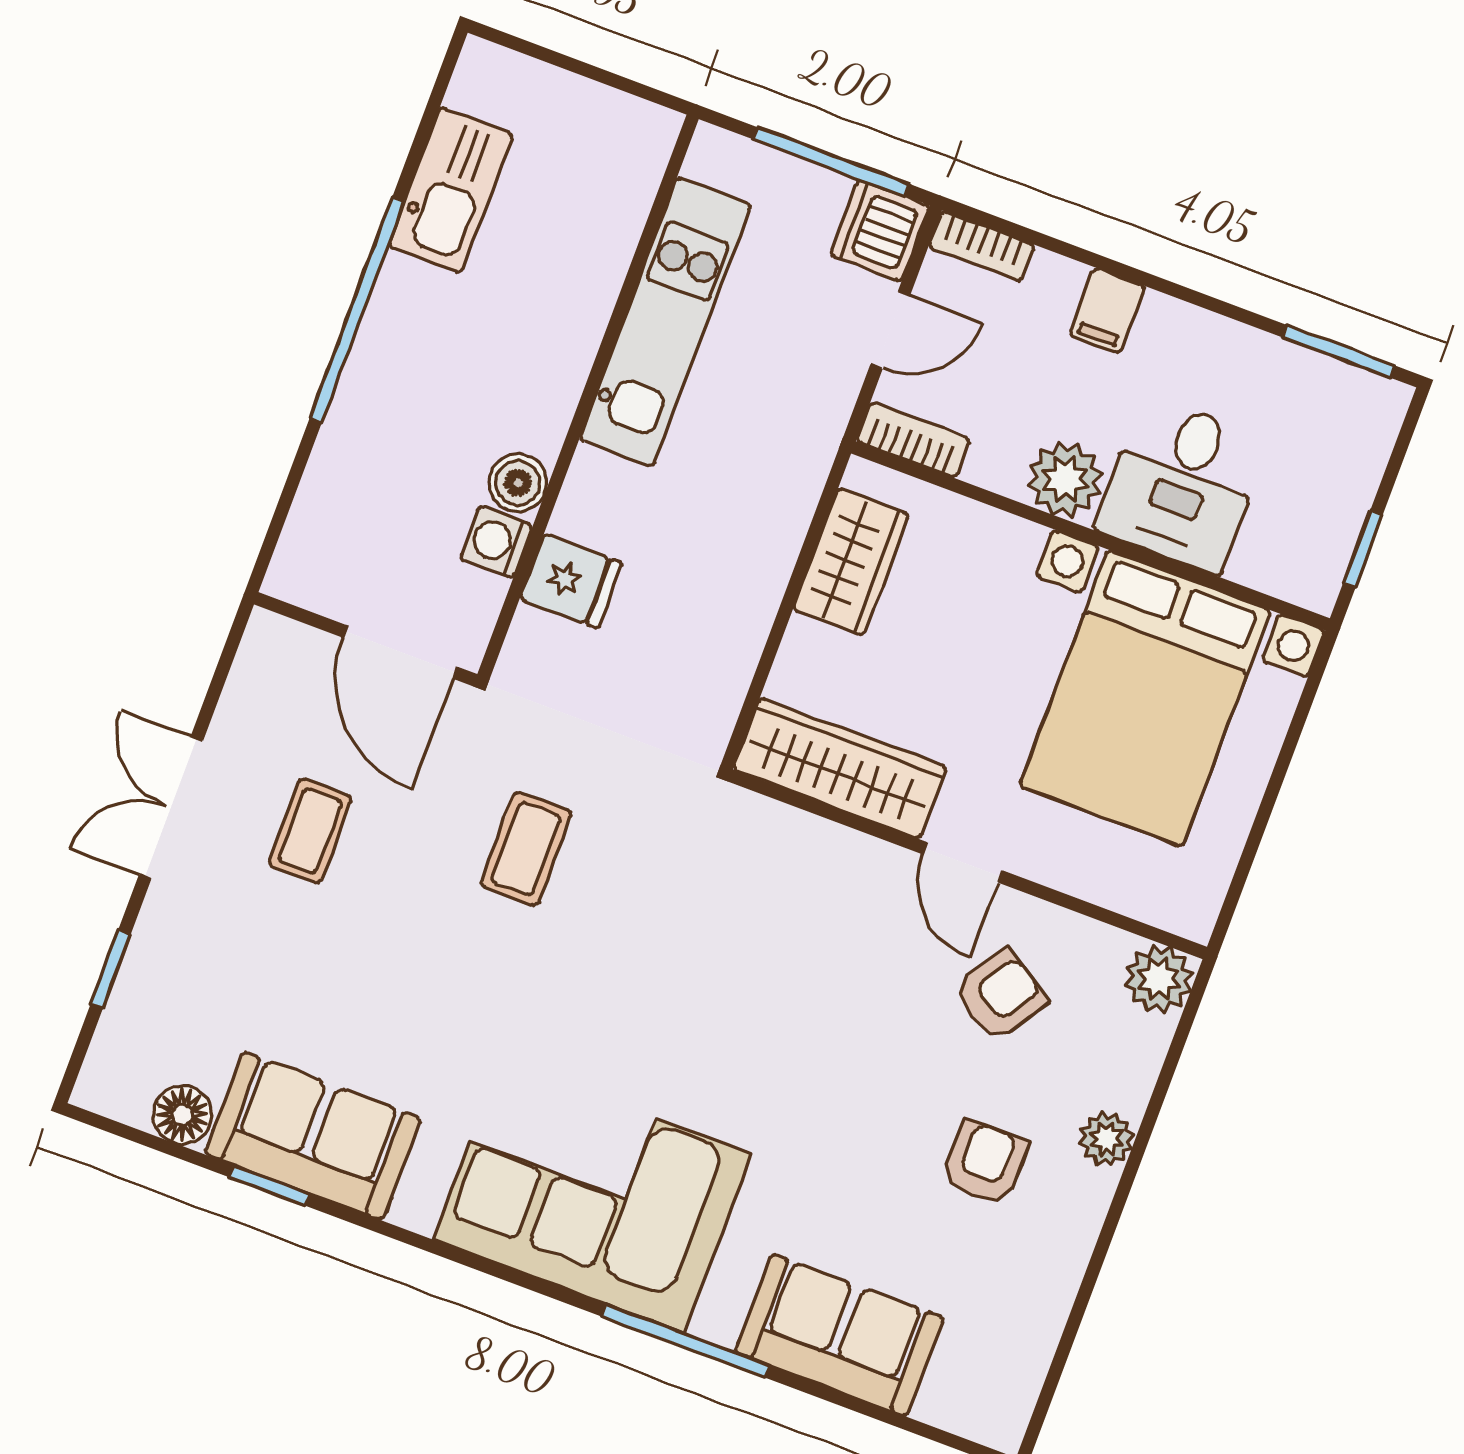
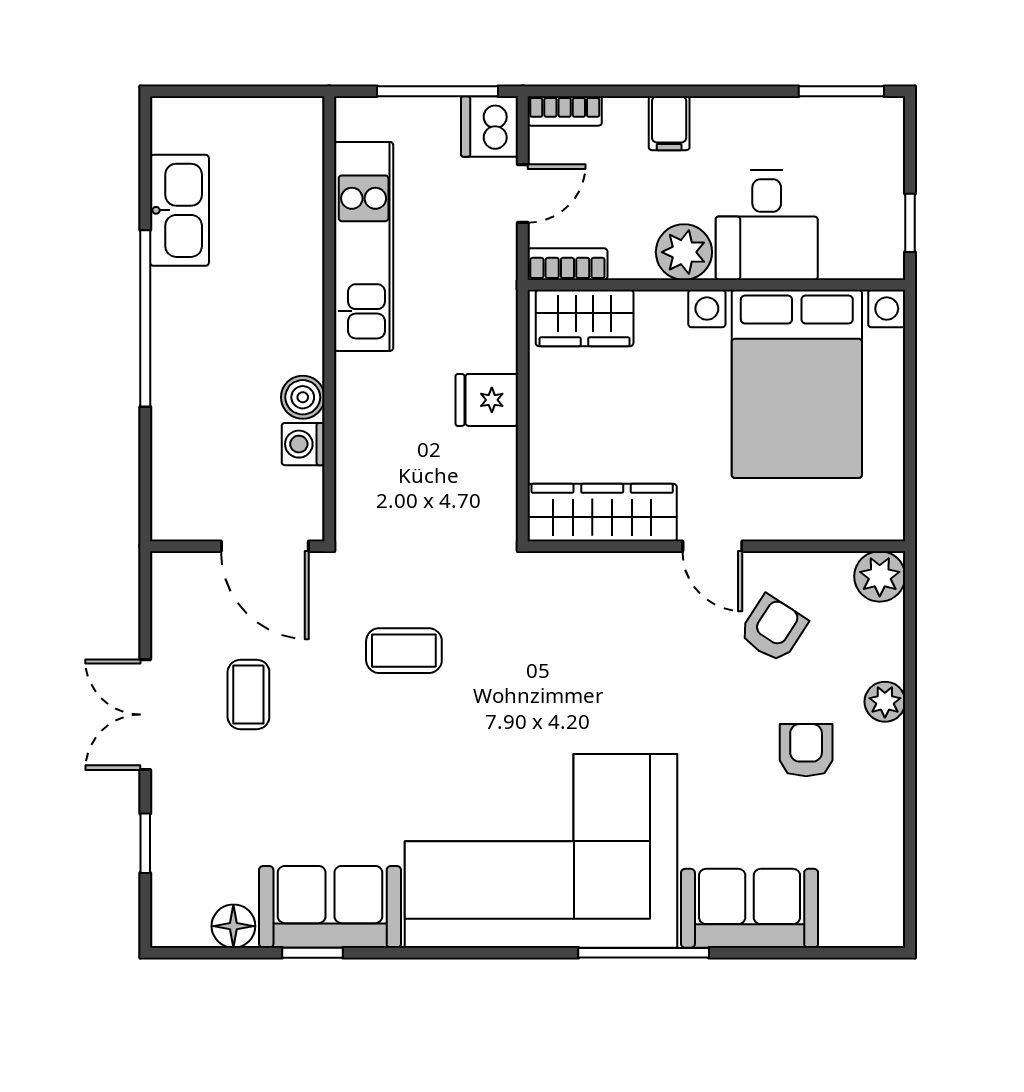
wardrobe: (851, 562) -> (585, 318), moved, turned 90
fridge: (571, 581) -> (487, 400), moved, turned 180
coffee table: (526, 849) -> (404, 651), turned 90
corner sofa: (592, 1197) -> (541, 851), width x1.36, depth x1.36

